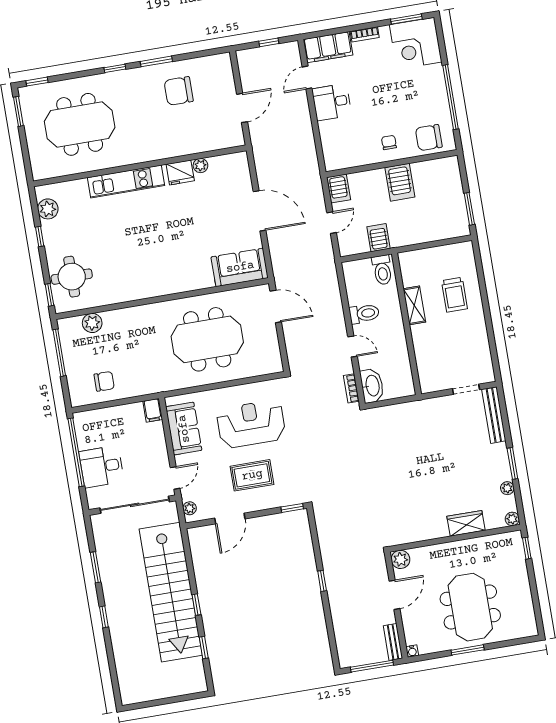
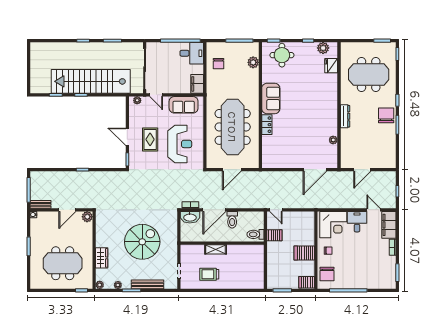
corner desk: (416, 43) -> (333, 225), moved, turned 180
chair: (179, 91) -> (386, 115), moved
door: (242, 108) -> (362, 170), hinge flipped
meeting table: (80, 124) -> (369, 74), turned 90
chair: (429, 138) -> (327, 274), turned 180
dresser: (157, 152) -> (345, 116), added
fridge: (180, 172) -> (331, 66), moved
kitchen unit: (126, 181) -> (331, 96), removed
server rack: (338, 189) -> (307, 282), moved
door: (259, 211) -> (315, 170), moved
door: (332, 223) -> (276, 210), moved
sofa: (240, 267) -> (271, 98), moved
locker: (194, 282) -> (267, 125), added
trolley: (454, 295) -> (209, 274), moved
shelving: (414, 305) -> (216, 249), moved
door: (276, 306) -> (232, 170), moved
meeting table: (207, 339) -> (233, 127), width x1.36
door: (352, 347) -> (214, 210), width x1.88
filing cabinet: (153, 410) -> (197, 84), width x2.00
bench: (494, 415) -> (147, 284), moved
spiral stairs: (427, 459) -> (142, 242), added
desk: (102, 467) -> (192, 53), moved, turned 90
door: (230, 518) -> (127, 137), moved
door: (395, 595) -> (67, 210), hinge flipped
meeting table: (470, 607) -> (63, 263), moved

